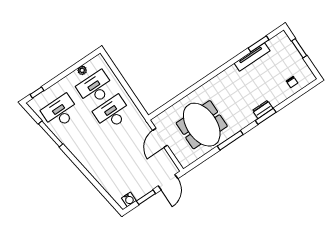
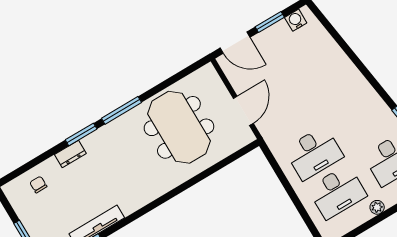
plant: (82, 70) -> (377, 207), moved
dresser: (263, 109) -> (70, 154), moved
window: (230, 140) -> (122, 110), moved
door: (168, 182) -> (235, 43), swing flipped

